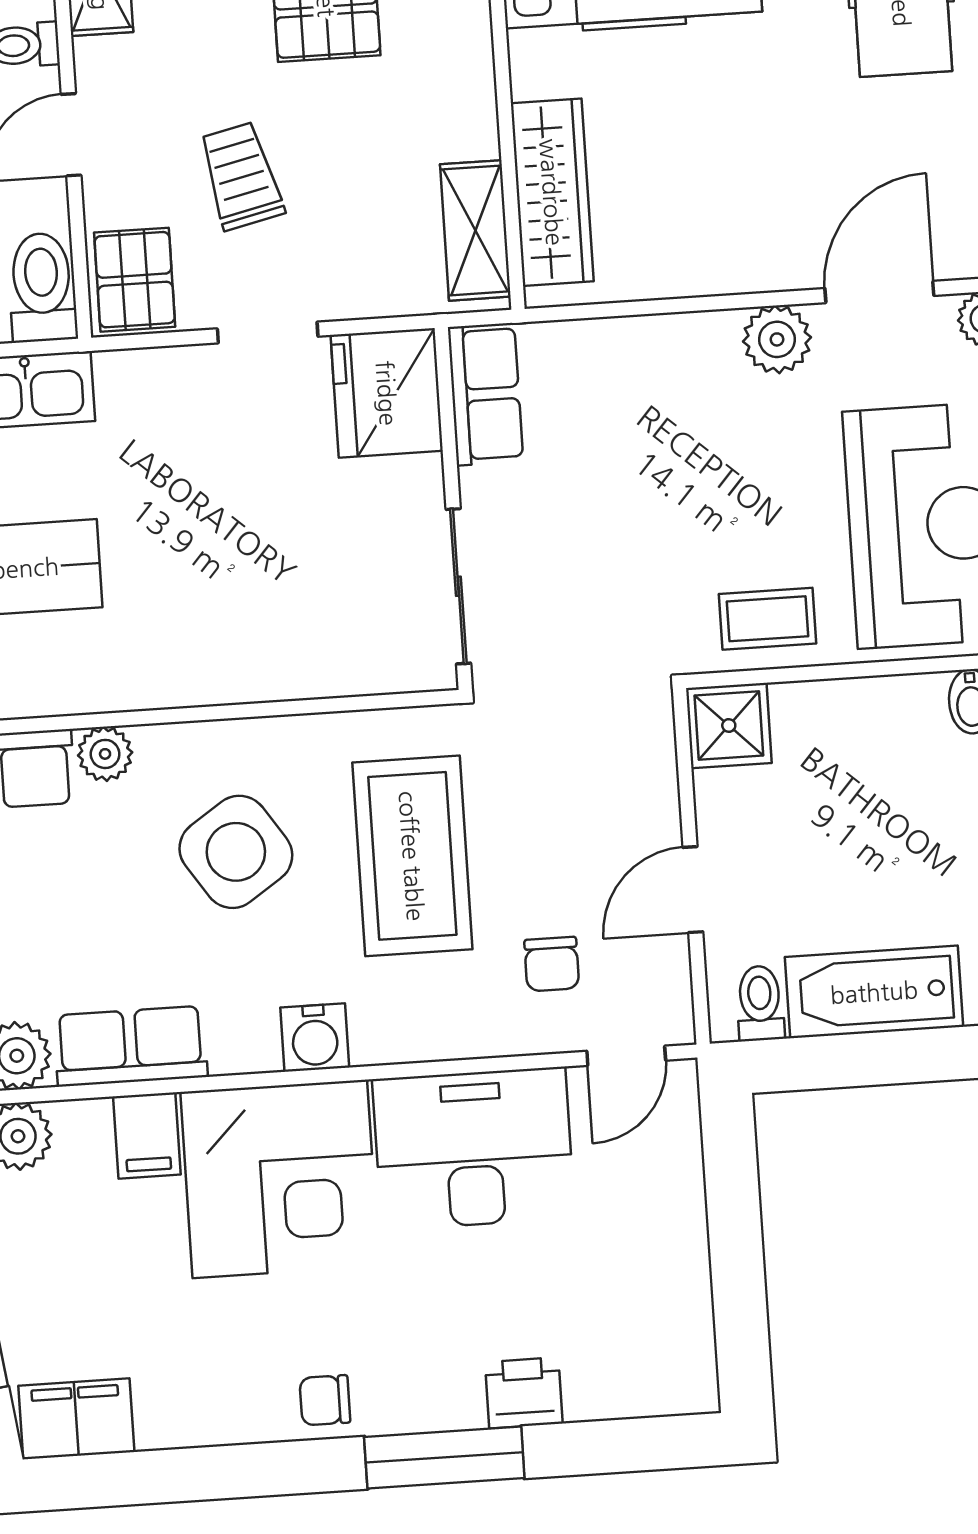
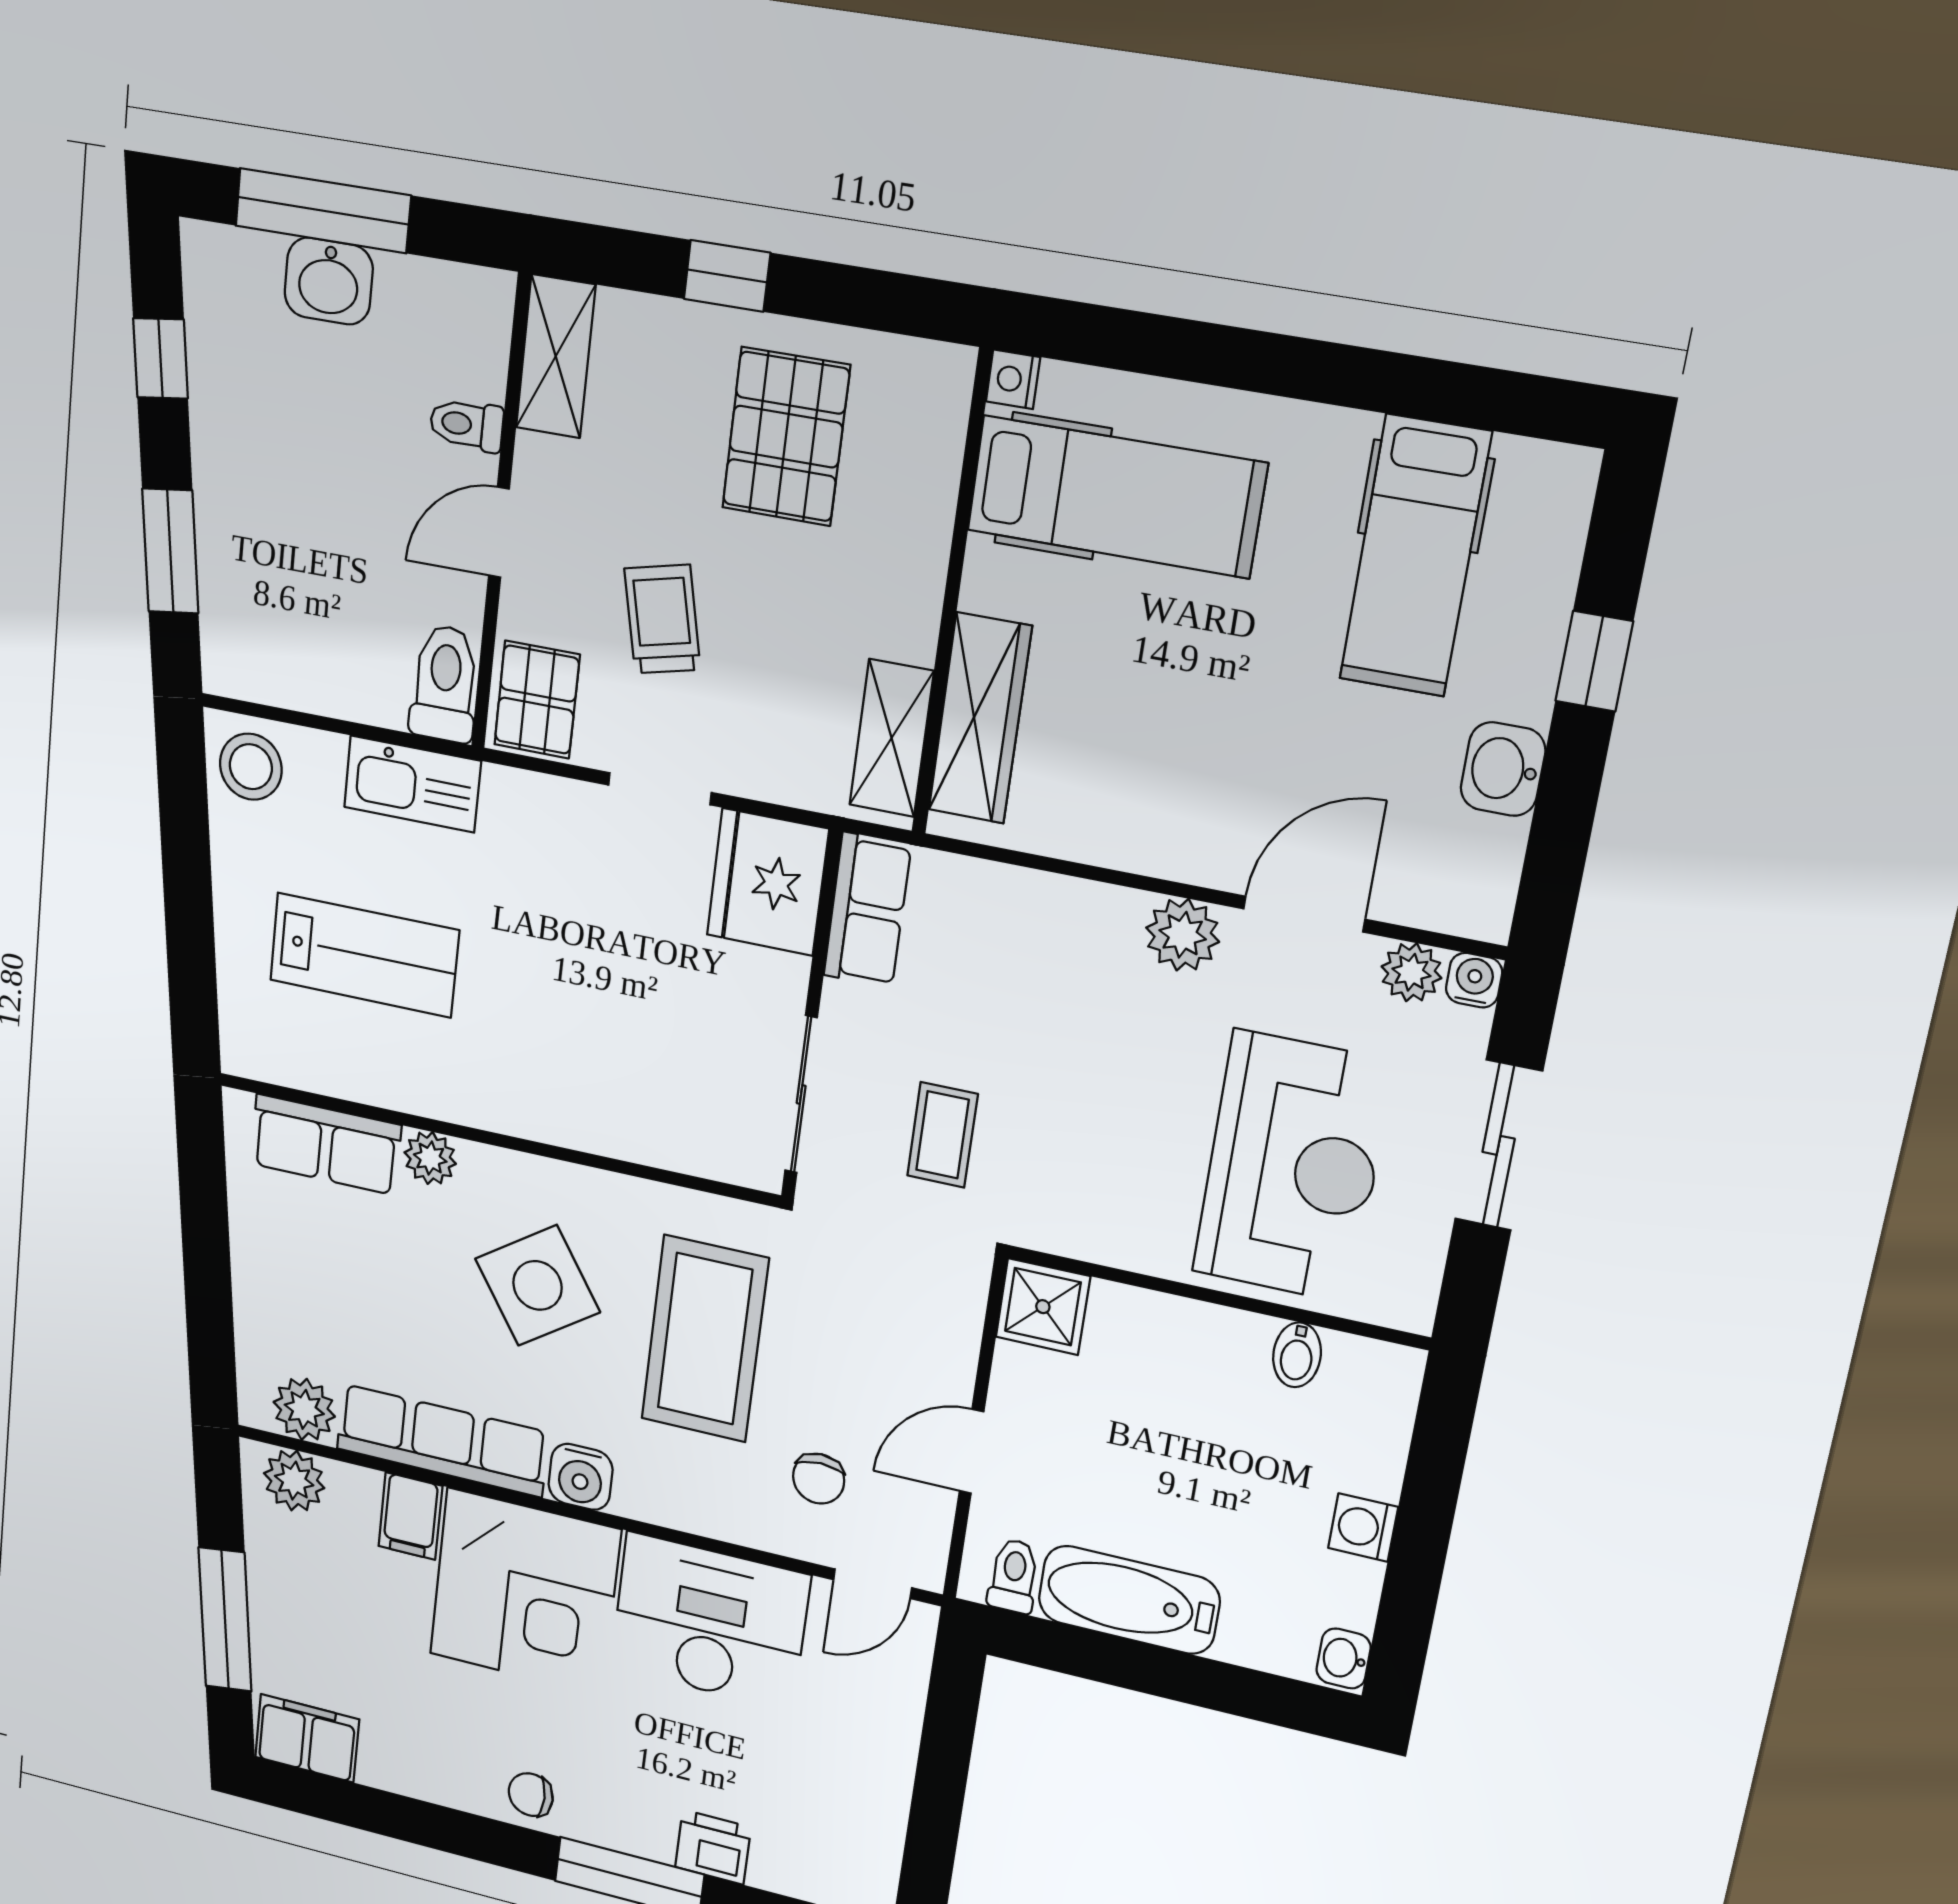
coffee table: (767, 619) -> (942, 1135), moved, turned 90
row of seats: (131, 1046) -> (442, 1440), width x1.48

